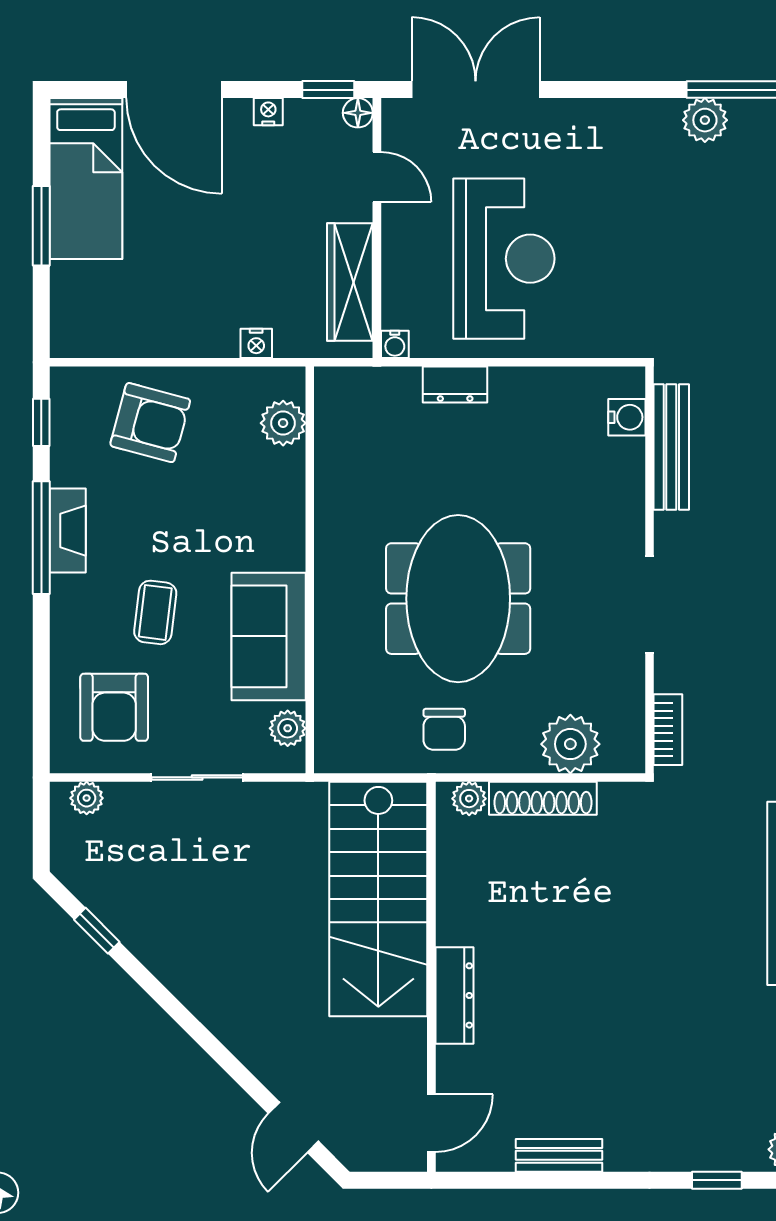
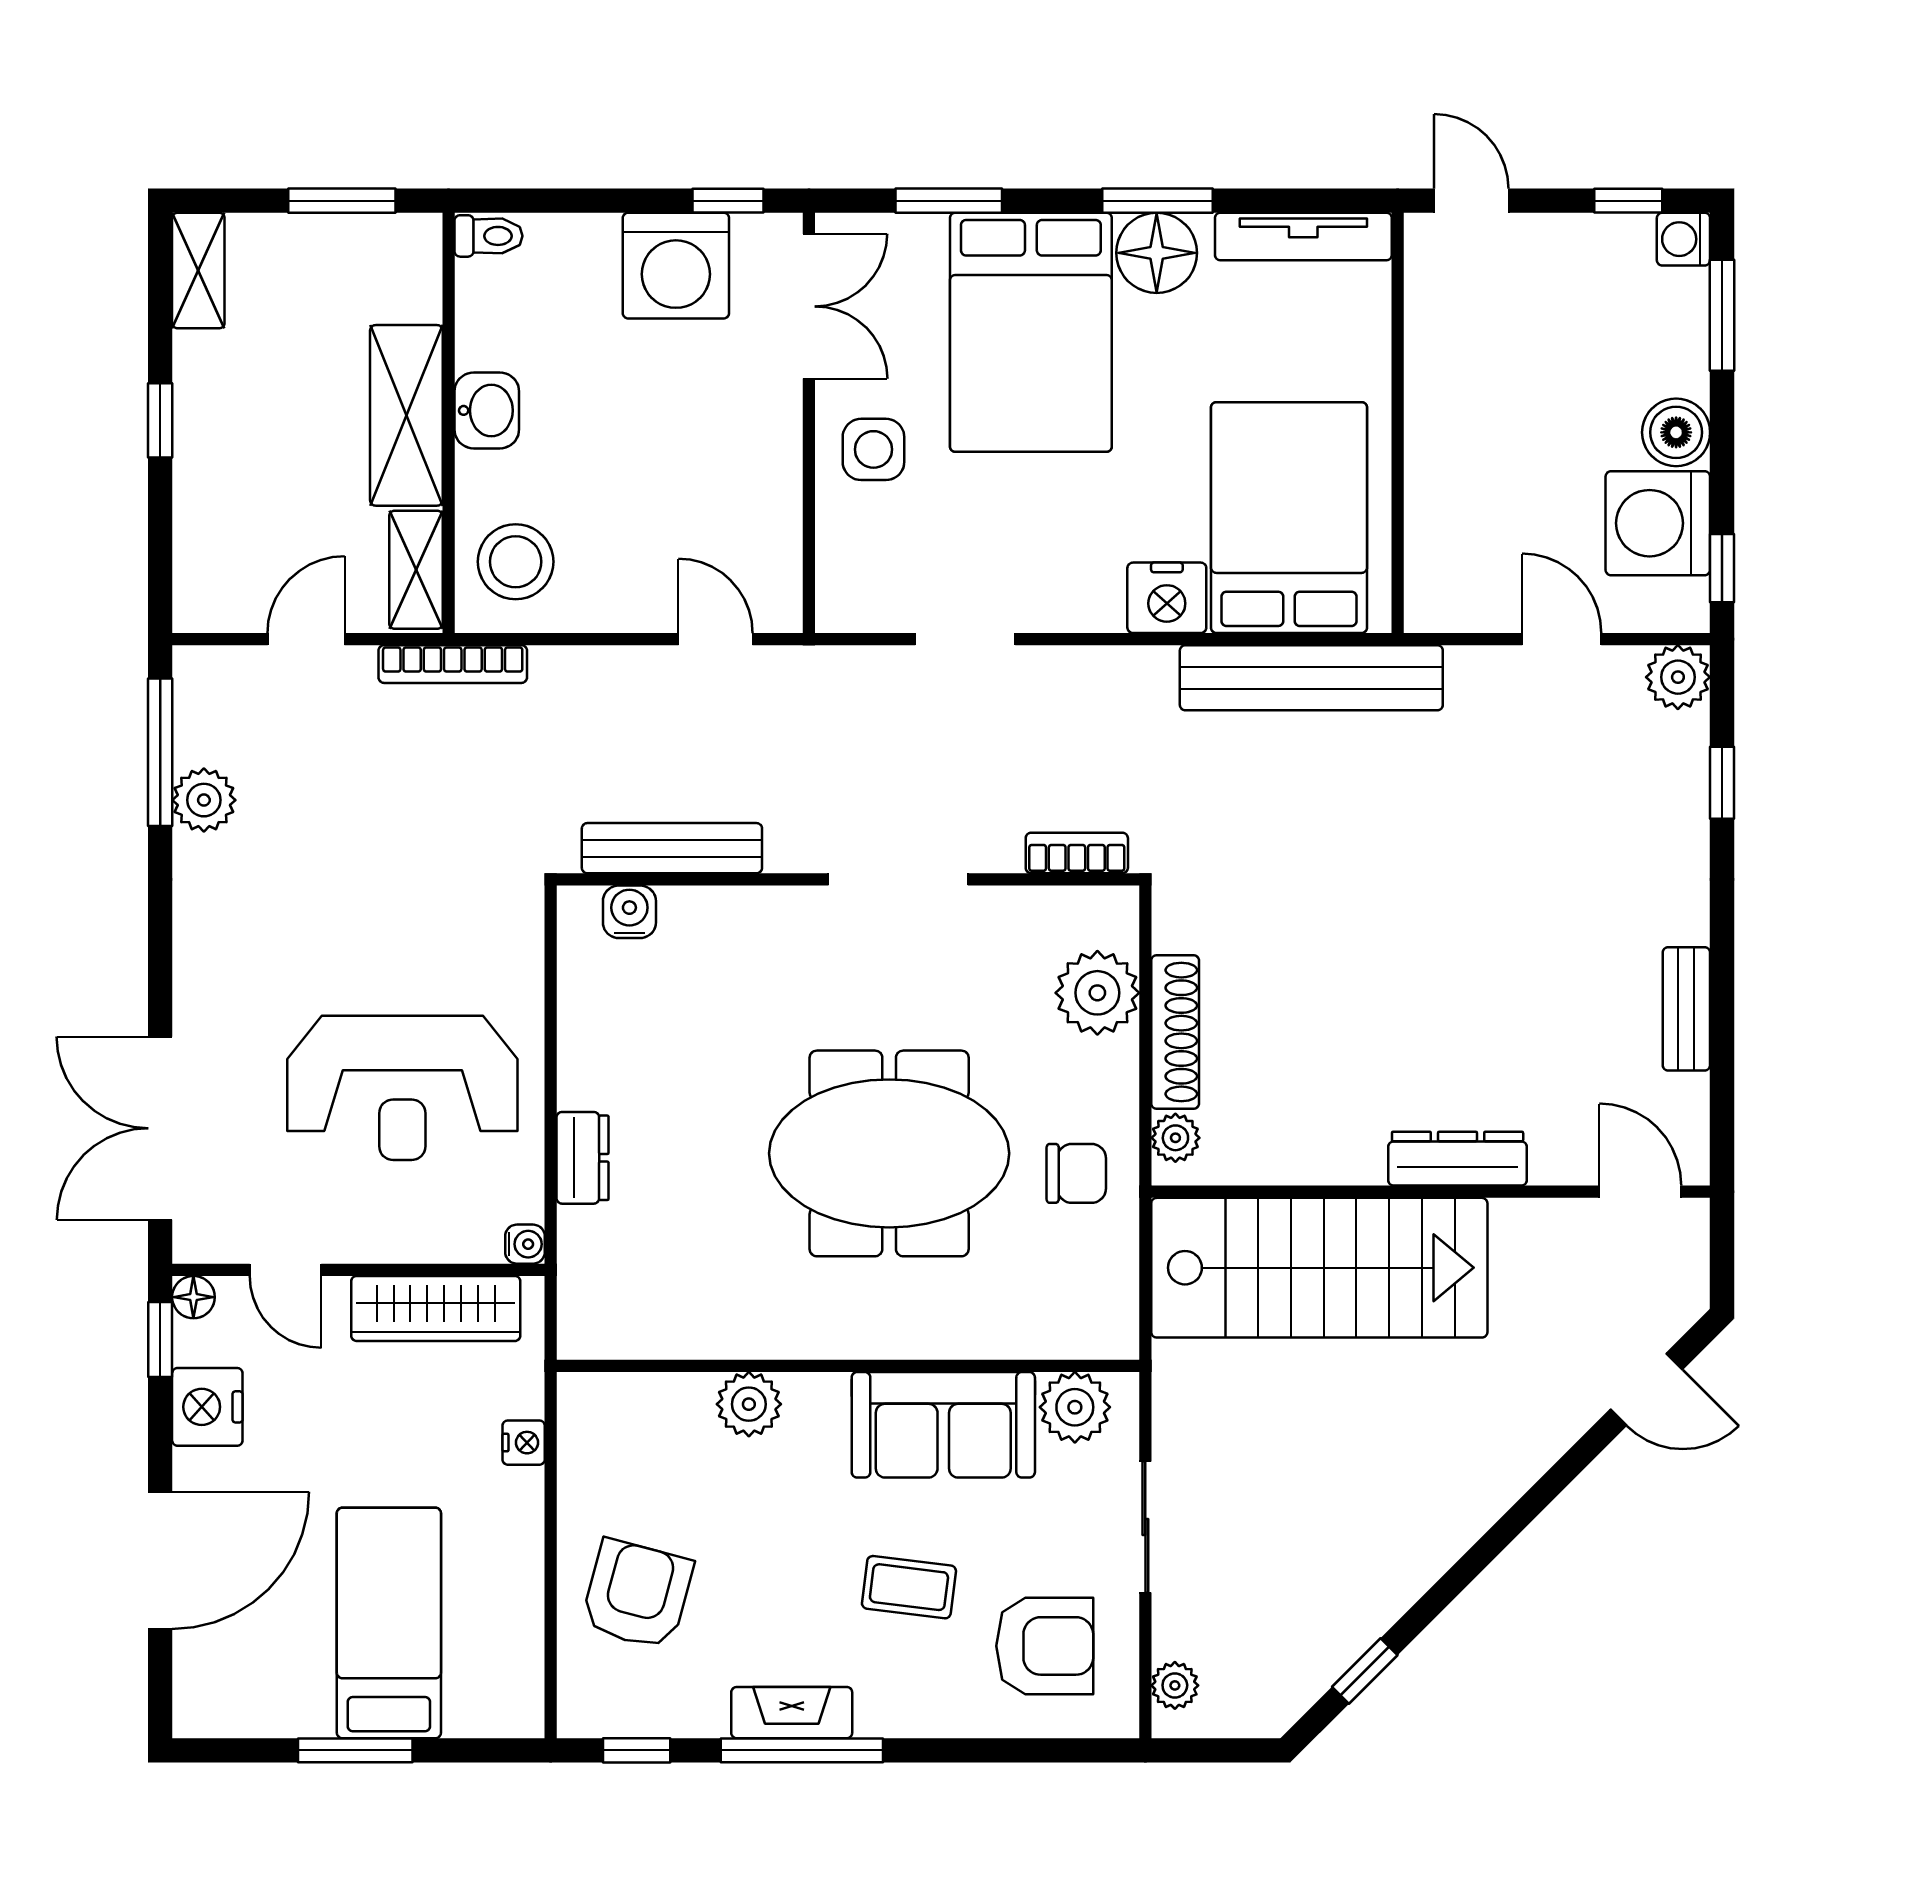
nightstand: (268, 112) -> (207, 1407), width x1.89, depth x1.79
door: (377, 177) -> (285, 1270), swing flipped
bed: (86, 179) -> (389, 1623), moved, turned -90
reception desk: (504, 259) -> (402, 1088), turned 180
plant: (283, 423) -> (749, 1404), moved
plant: (288, 728) -> (1075, 1407), width x1.38, depth x1.38

